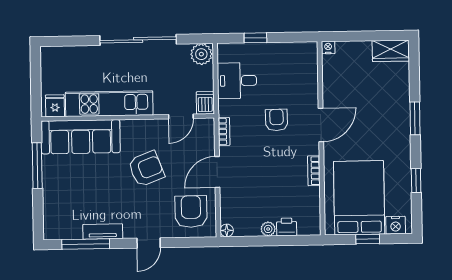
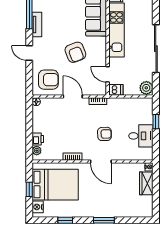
wardrobe: (391, 51) -> (146, 183), moved
desk: (237, 81) -> (141, 136), moved, turned 90
plant: (268, 229) -> (37, 151), moved

